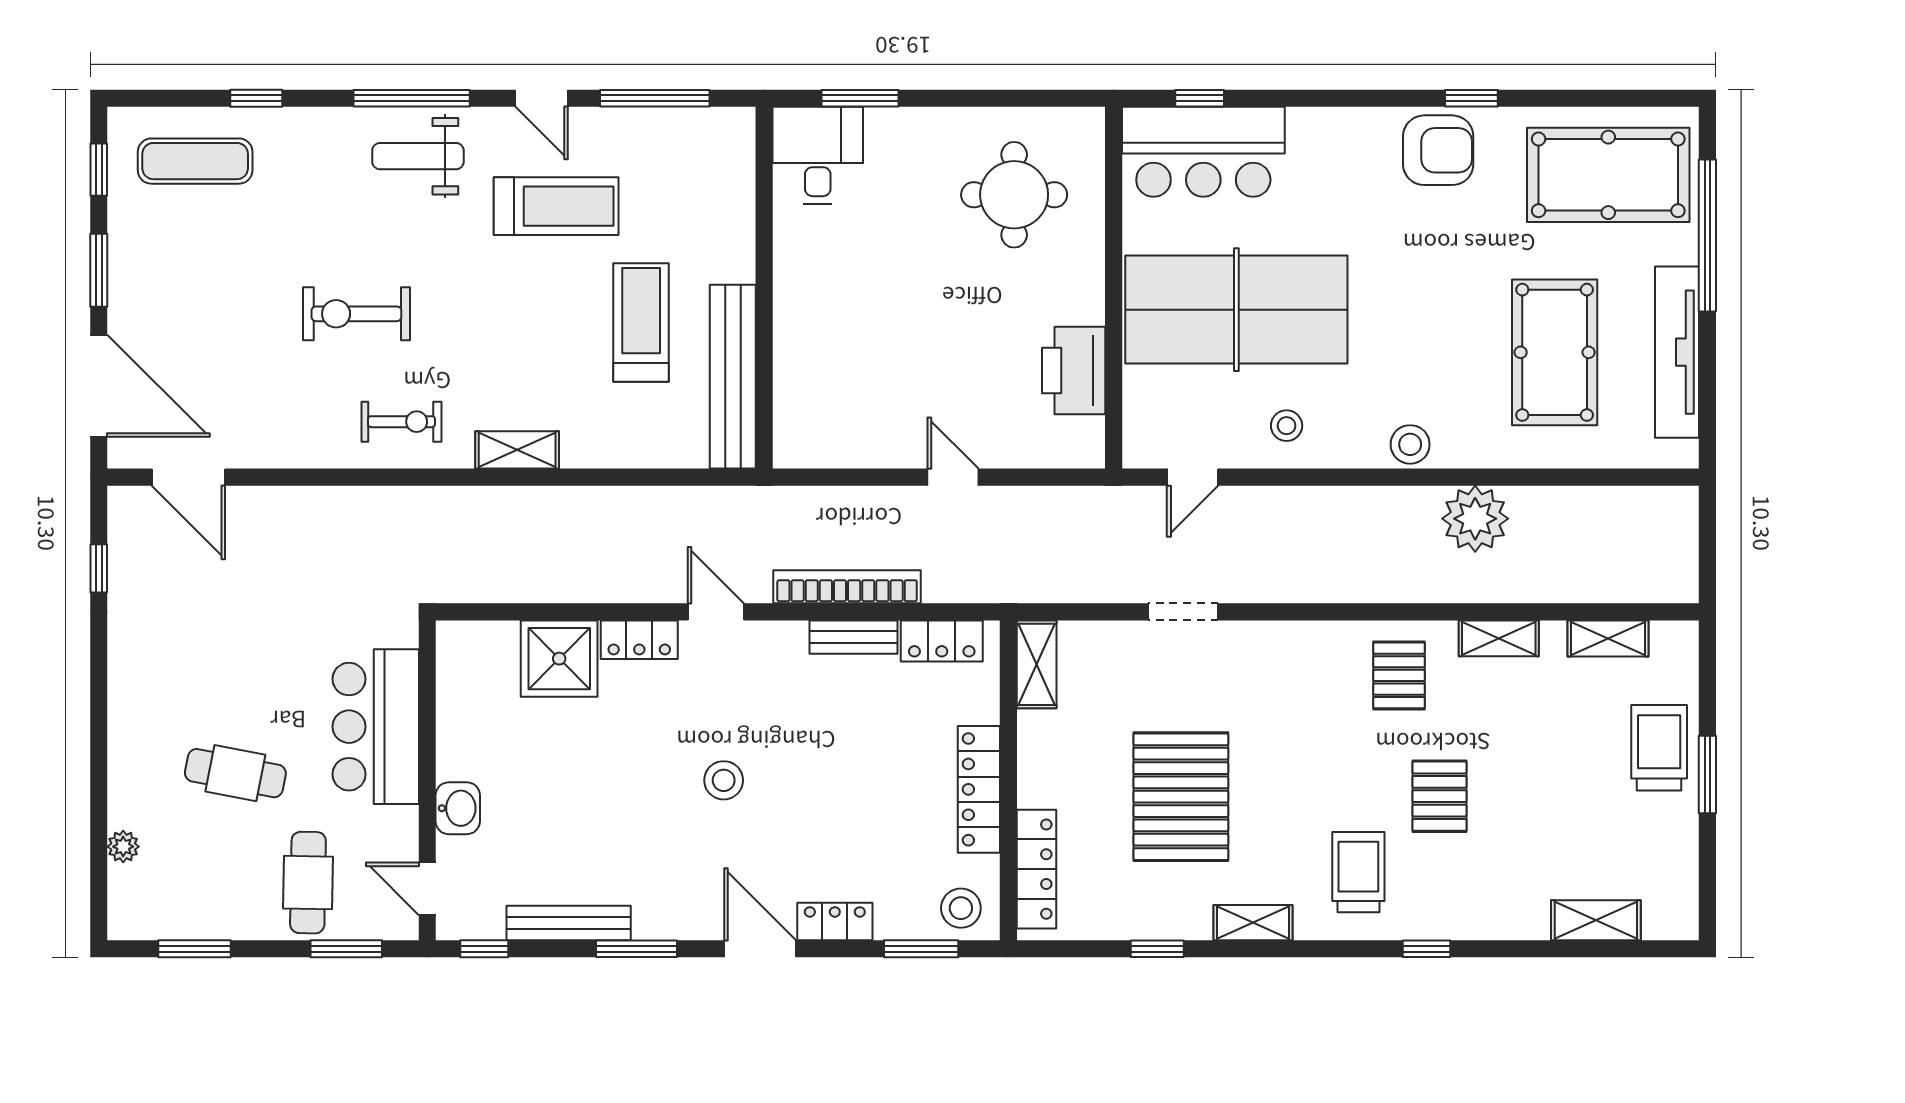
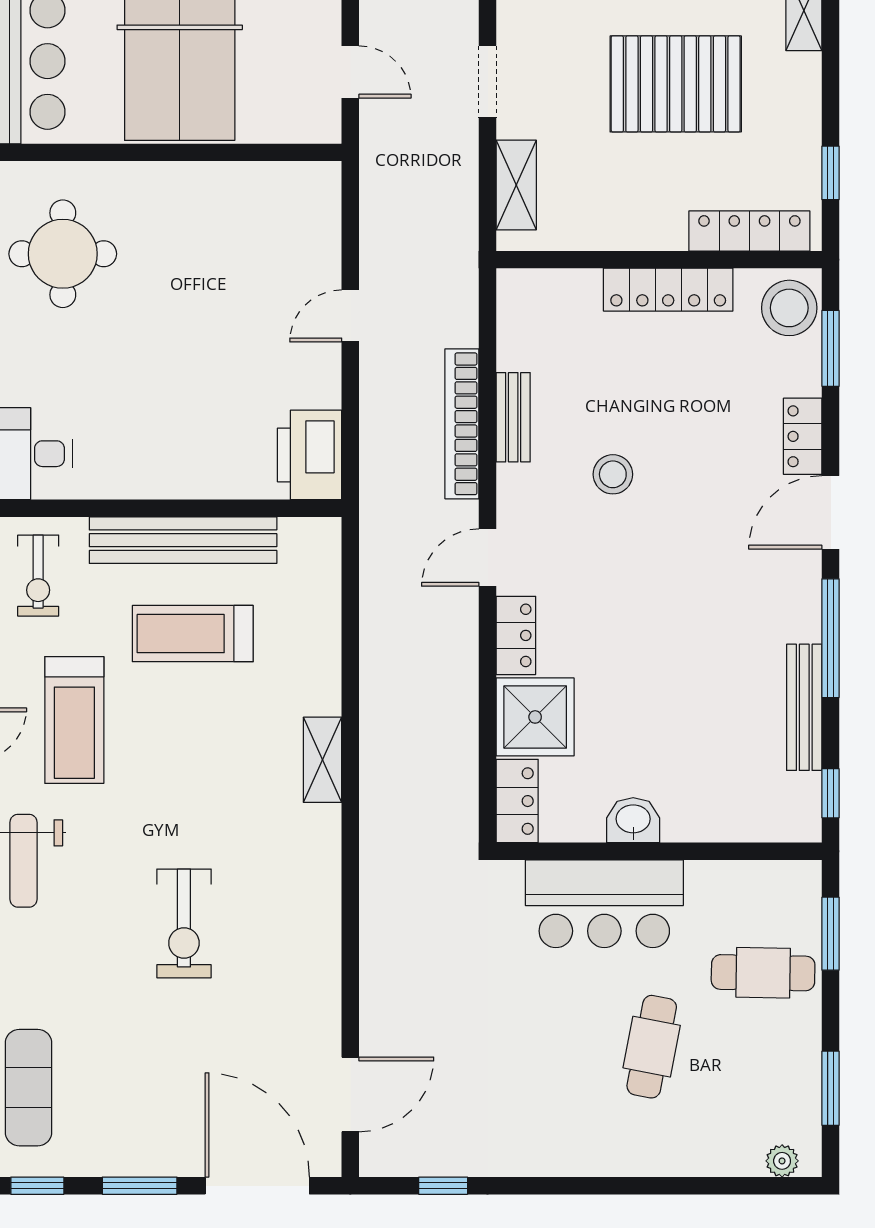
treadmill: (556, 206) -> (74, 720), turned 180
printer: (1074, 370) -> (310, 455), moved, turned 90
bench: (733, 377) -> (183, 540), moved
door: (99, 386) -> (257, 1186), hinge flipped
exercise bike: (401, 422) -> (38, 576), moved, turned 180
locker: (942, 641) -> (517, 801), moved
shelving: (1037, 664) -> (516, 185), moved, turned 90
stool: (724, 780) -> (613, 474), moved
washbasin: (458, 808) -> (633, 820), moved
plant: (123, 847) -> (782, 1161), moved
door: (427, 889) -> (770, 851), removed
stool: (961, 908) -> (789, 308), width x1.38, depth x1.38
window: (637, 949) -> (831, 638), width x1.44
window: (1157, 949) -> (831, 173), moved

